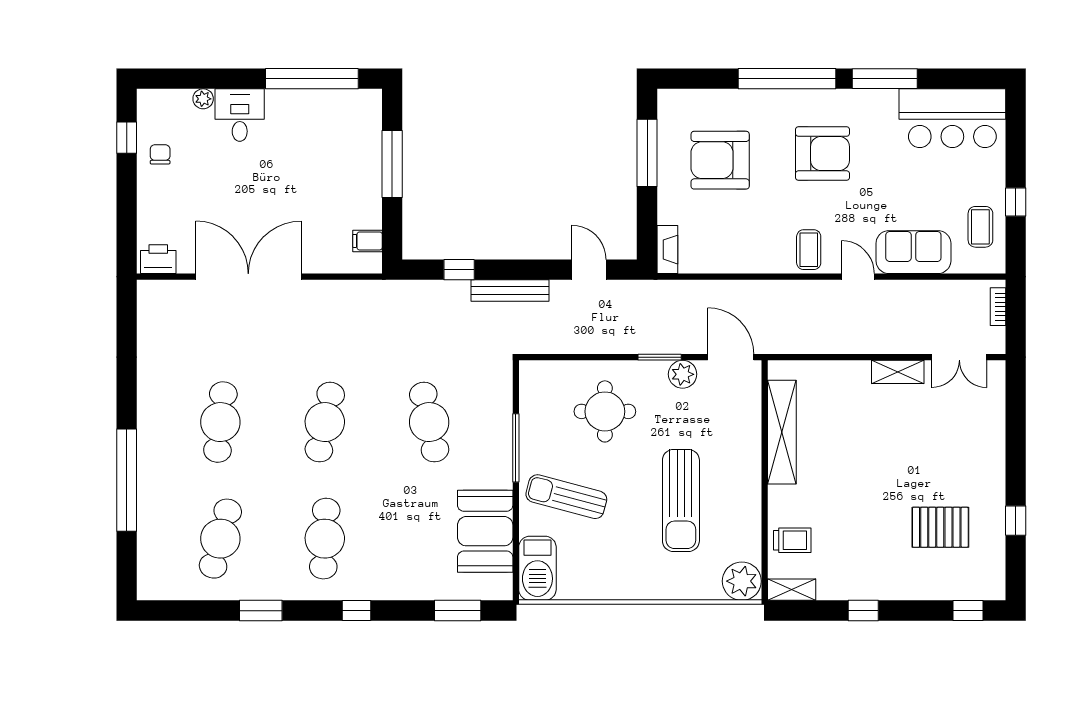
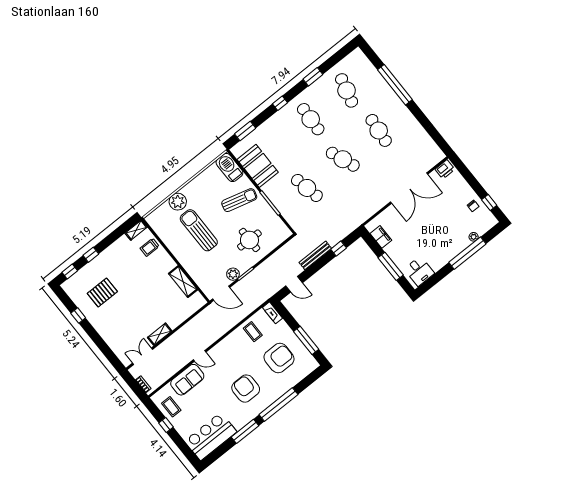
window: (312, 79) -> (467, 253), moved
desk: (240, 115) -> (419, 271), moved
armchair: (822, 154) -> (246, 389), turned 90
filing cabinet: (368, 241) -> (381, 237), width x2.00
coffee table: (809, 250) -> (253, 332), moved
cafe table: (325, 422) -> (343, 159), turned -33
shelving: (782, 432) -> (183, 282), width x0.68
plant: (742, 581) -> (178, 202), moved
window: (863, 611) -> (91, 255), moved

